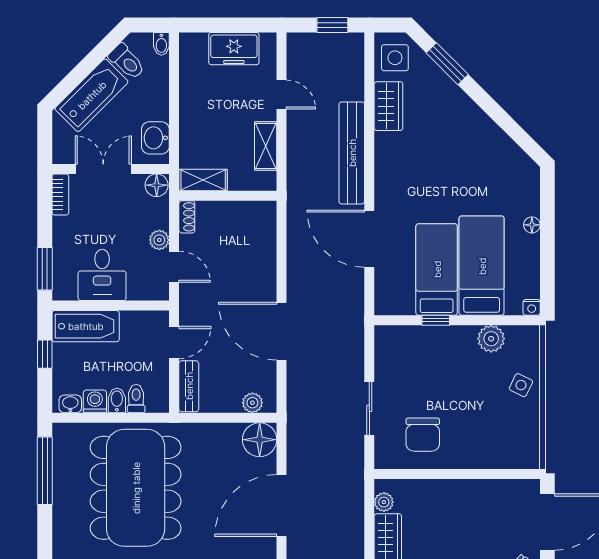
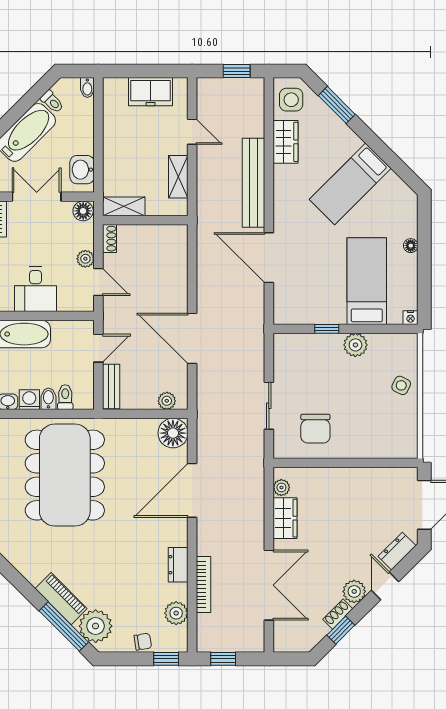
toilet: (127, 62) -> (52, 102), width x0.73, depth x0.72
bed: (437, 269) -> (350, 184), moved, turned -135
plant: (491, 339) -> (355, 345), moved

